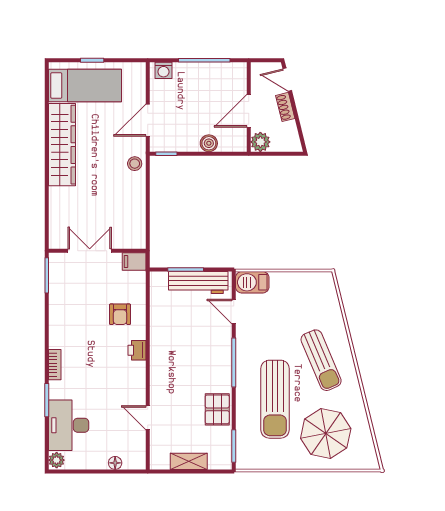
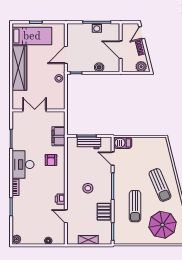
washing machine: (163, 70) -> (97, 28), moved
door: (287, 80) -> (142, 33), hinge flipped
door: (249, 111) -> (121, 50), hinge flipped
plant: (260, 142) -> (141, 67), moved
double door: (90, 251) -> (35, 110), moved
wall: (97, 251) -> (39, 110), moved
filing cabinet: (134, 262) -> (59, 136), width x2.00
workbench: (198, 283) -> (89, 143), width x0.73
printer: (137, 350) -> (60, 199), moved
stool: (188, 366) -> (88, 188), added
sun lounger: (275, 399) -> (135, 206), width x0.73, depth x0.75
desk: (69, 425) -> (23, 165), moved

